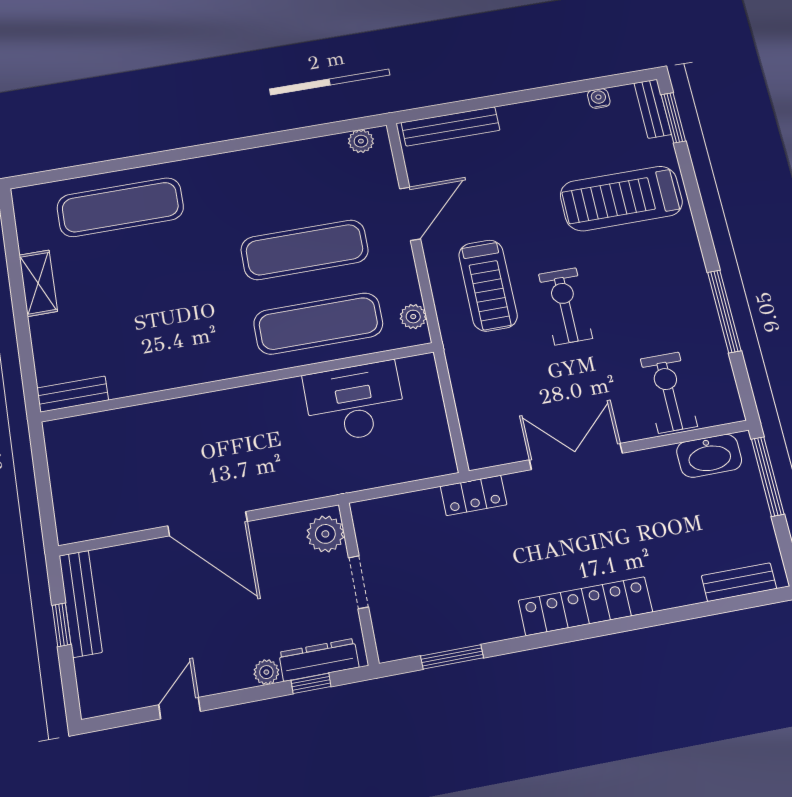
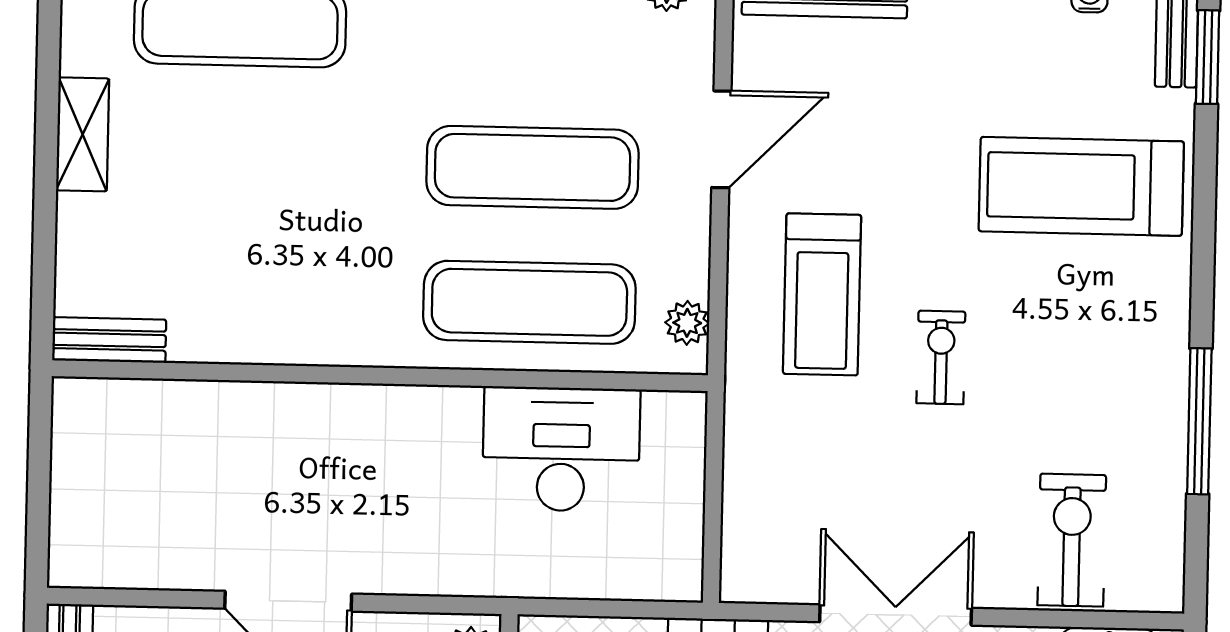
exercise bike: (565, 306) -> (941, 357), width x0.73, depth x0.72

